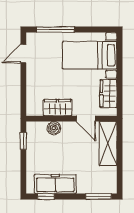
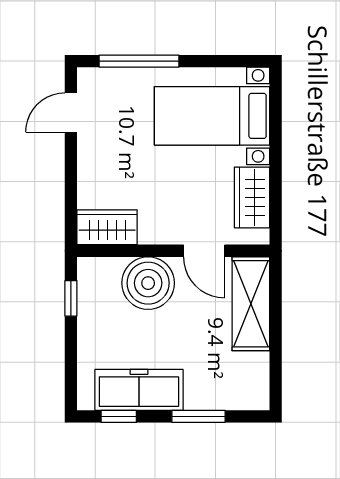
wardrobe: (58, 108) -> (107, 227), moved
boiler: (54, 128) -> (148, 283), width x1.86, depth x1.86
window: (98, 196) -> (199, 416), moved

